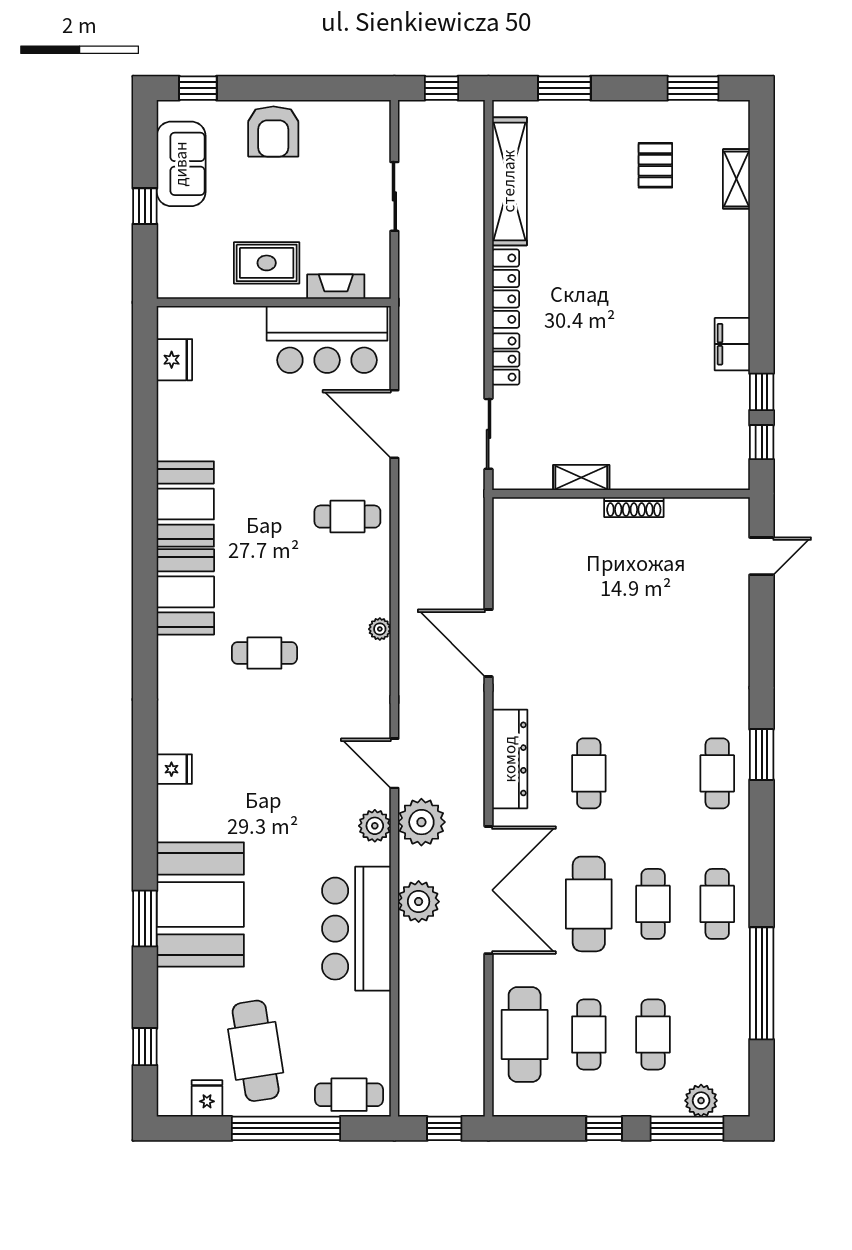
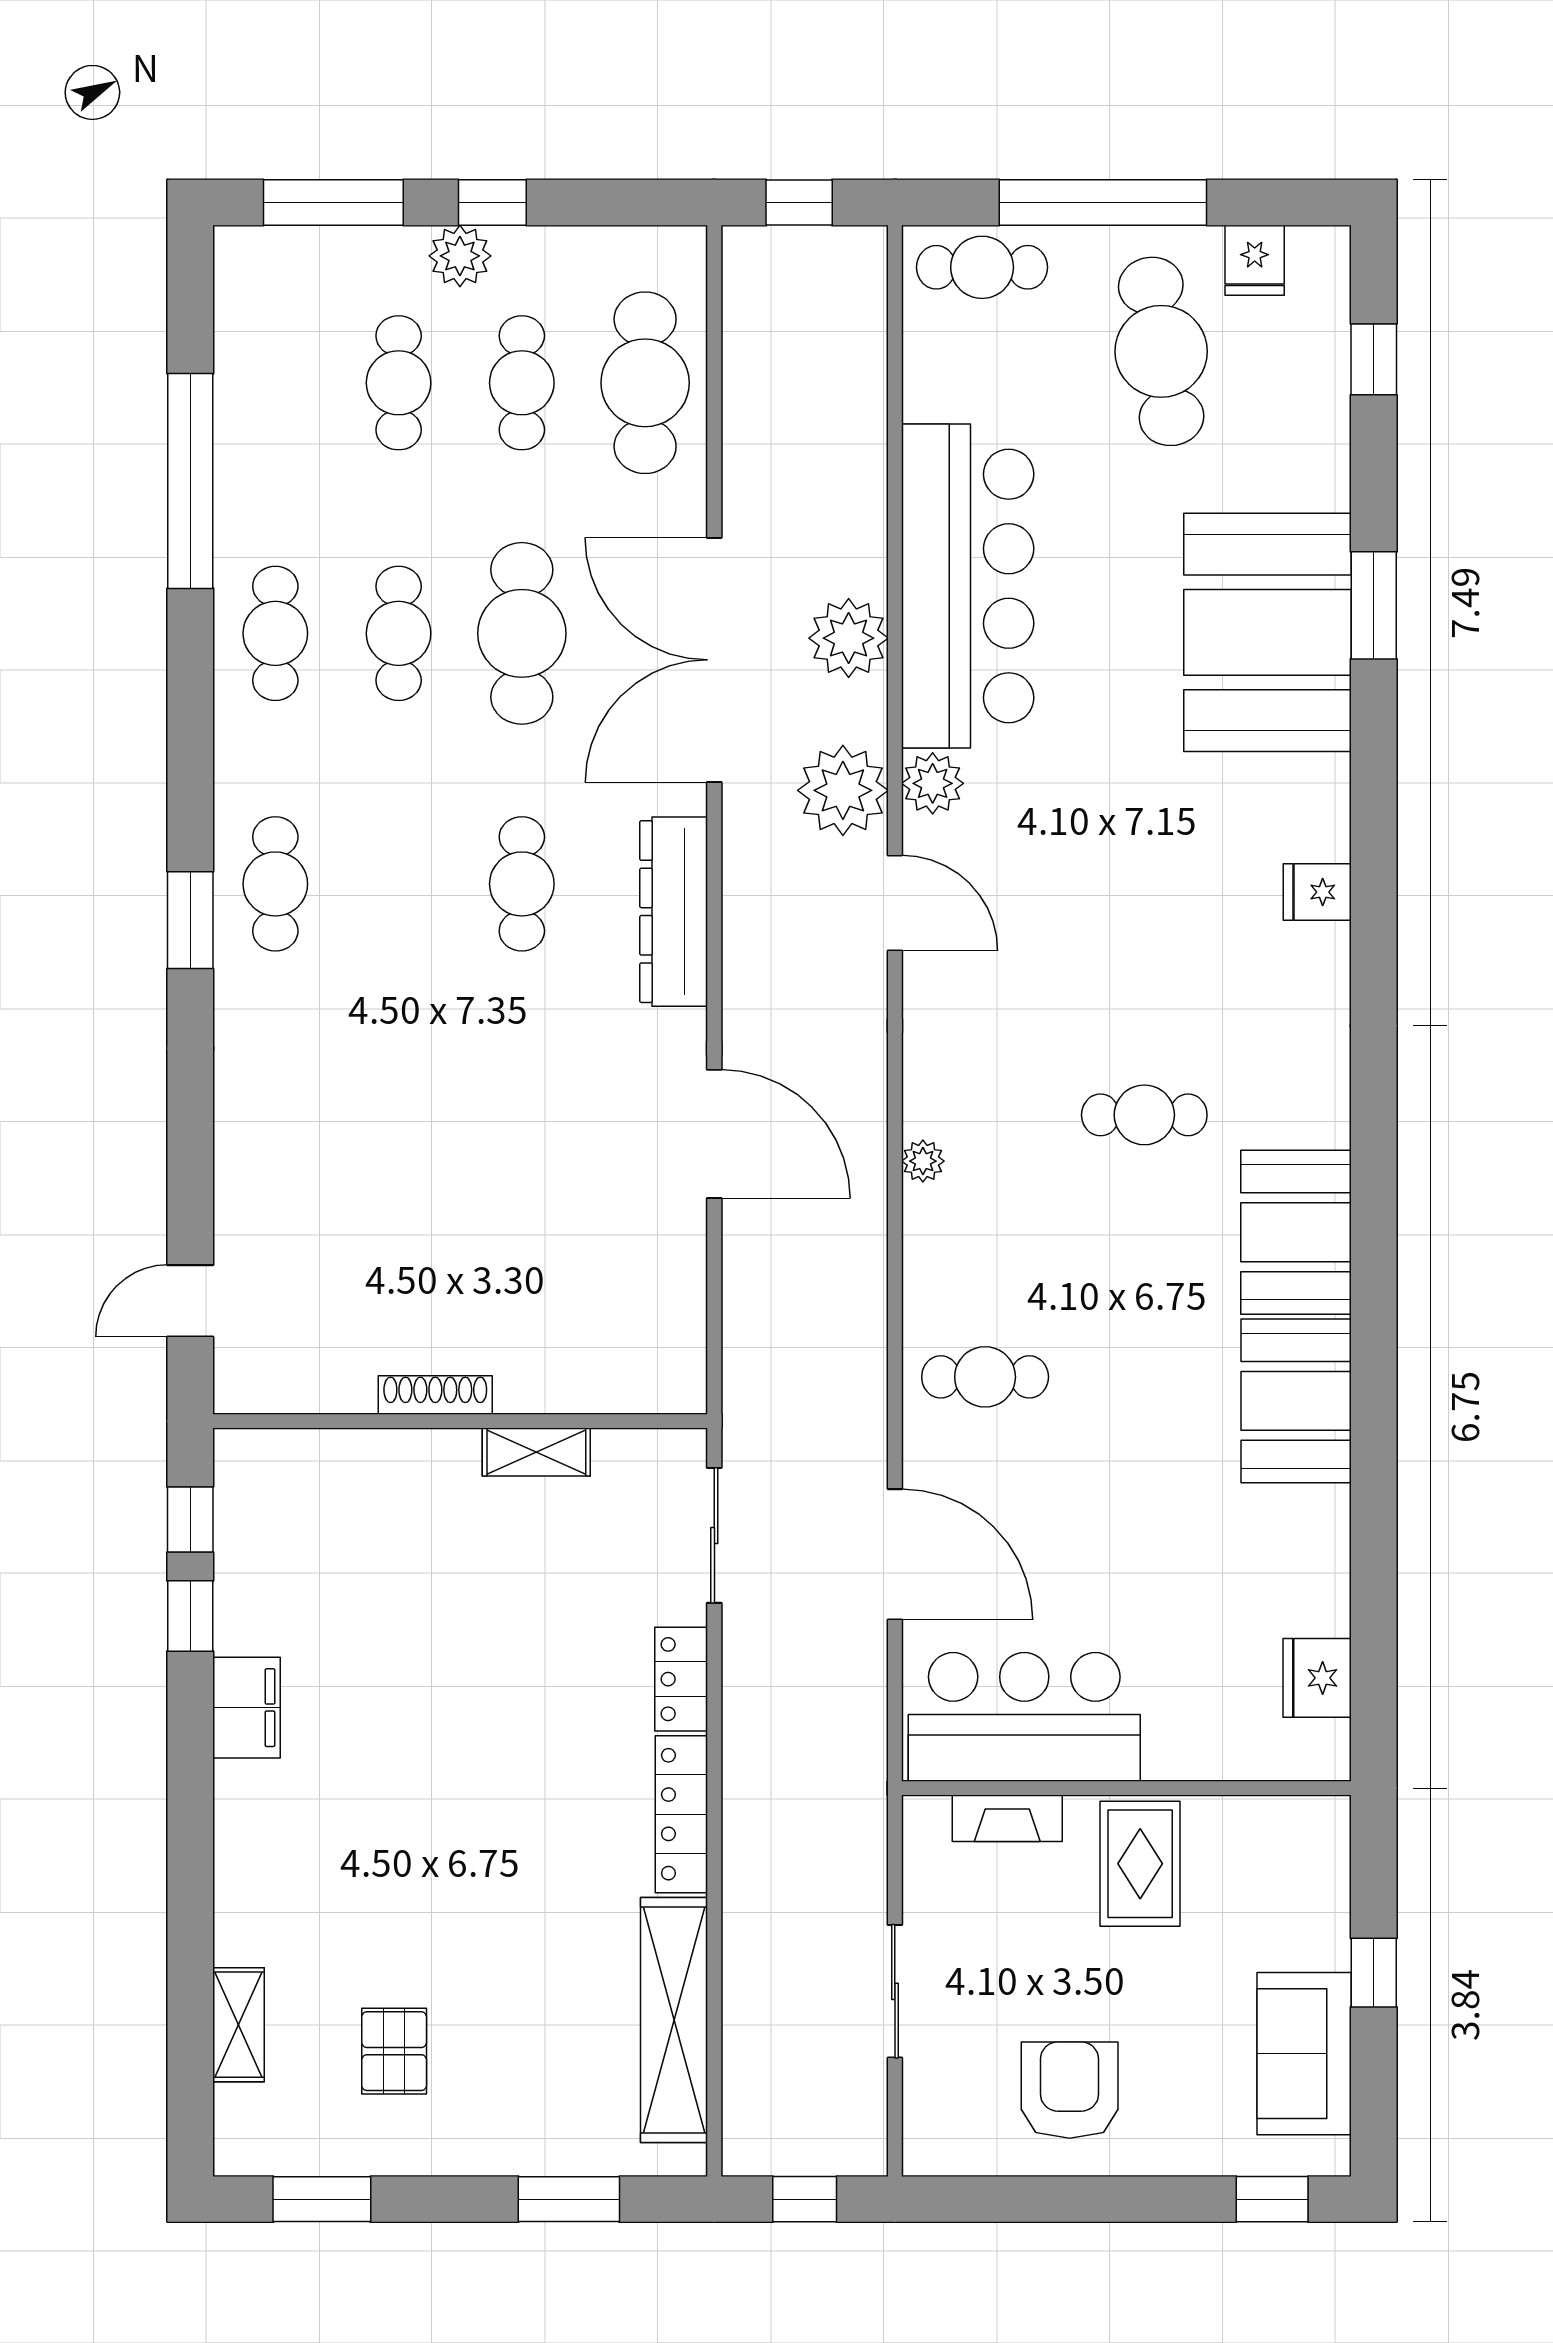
armchair: (273, 131) -> (1070, 2090), moved
rug: (267, 263) -> (1140, 1864), turned 90
bar counter: (356, 929) -> (968, 586), width x1.36
plant: (701, 1101) -> (460, 256), moved

